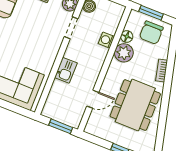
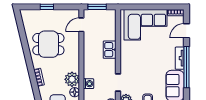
door: (93, 99) -> (81, 25), moved
dining table: (135, 105) -> (48, 44), width x0.73

